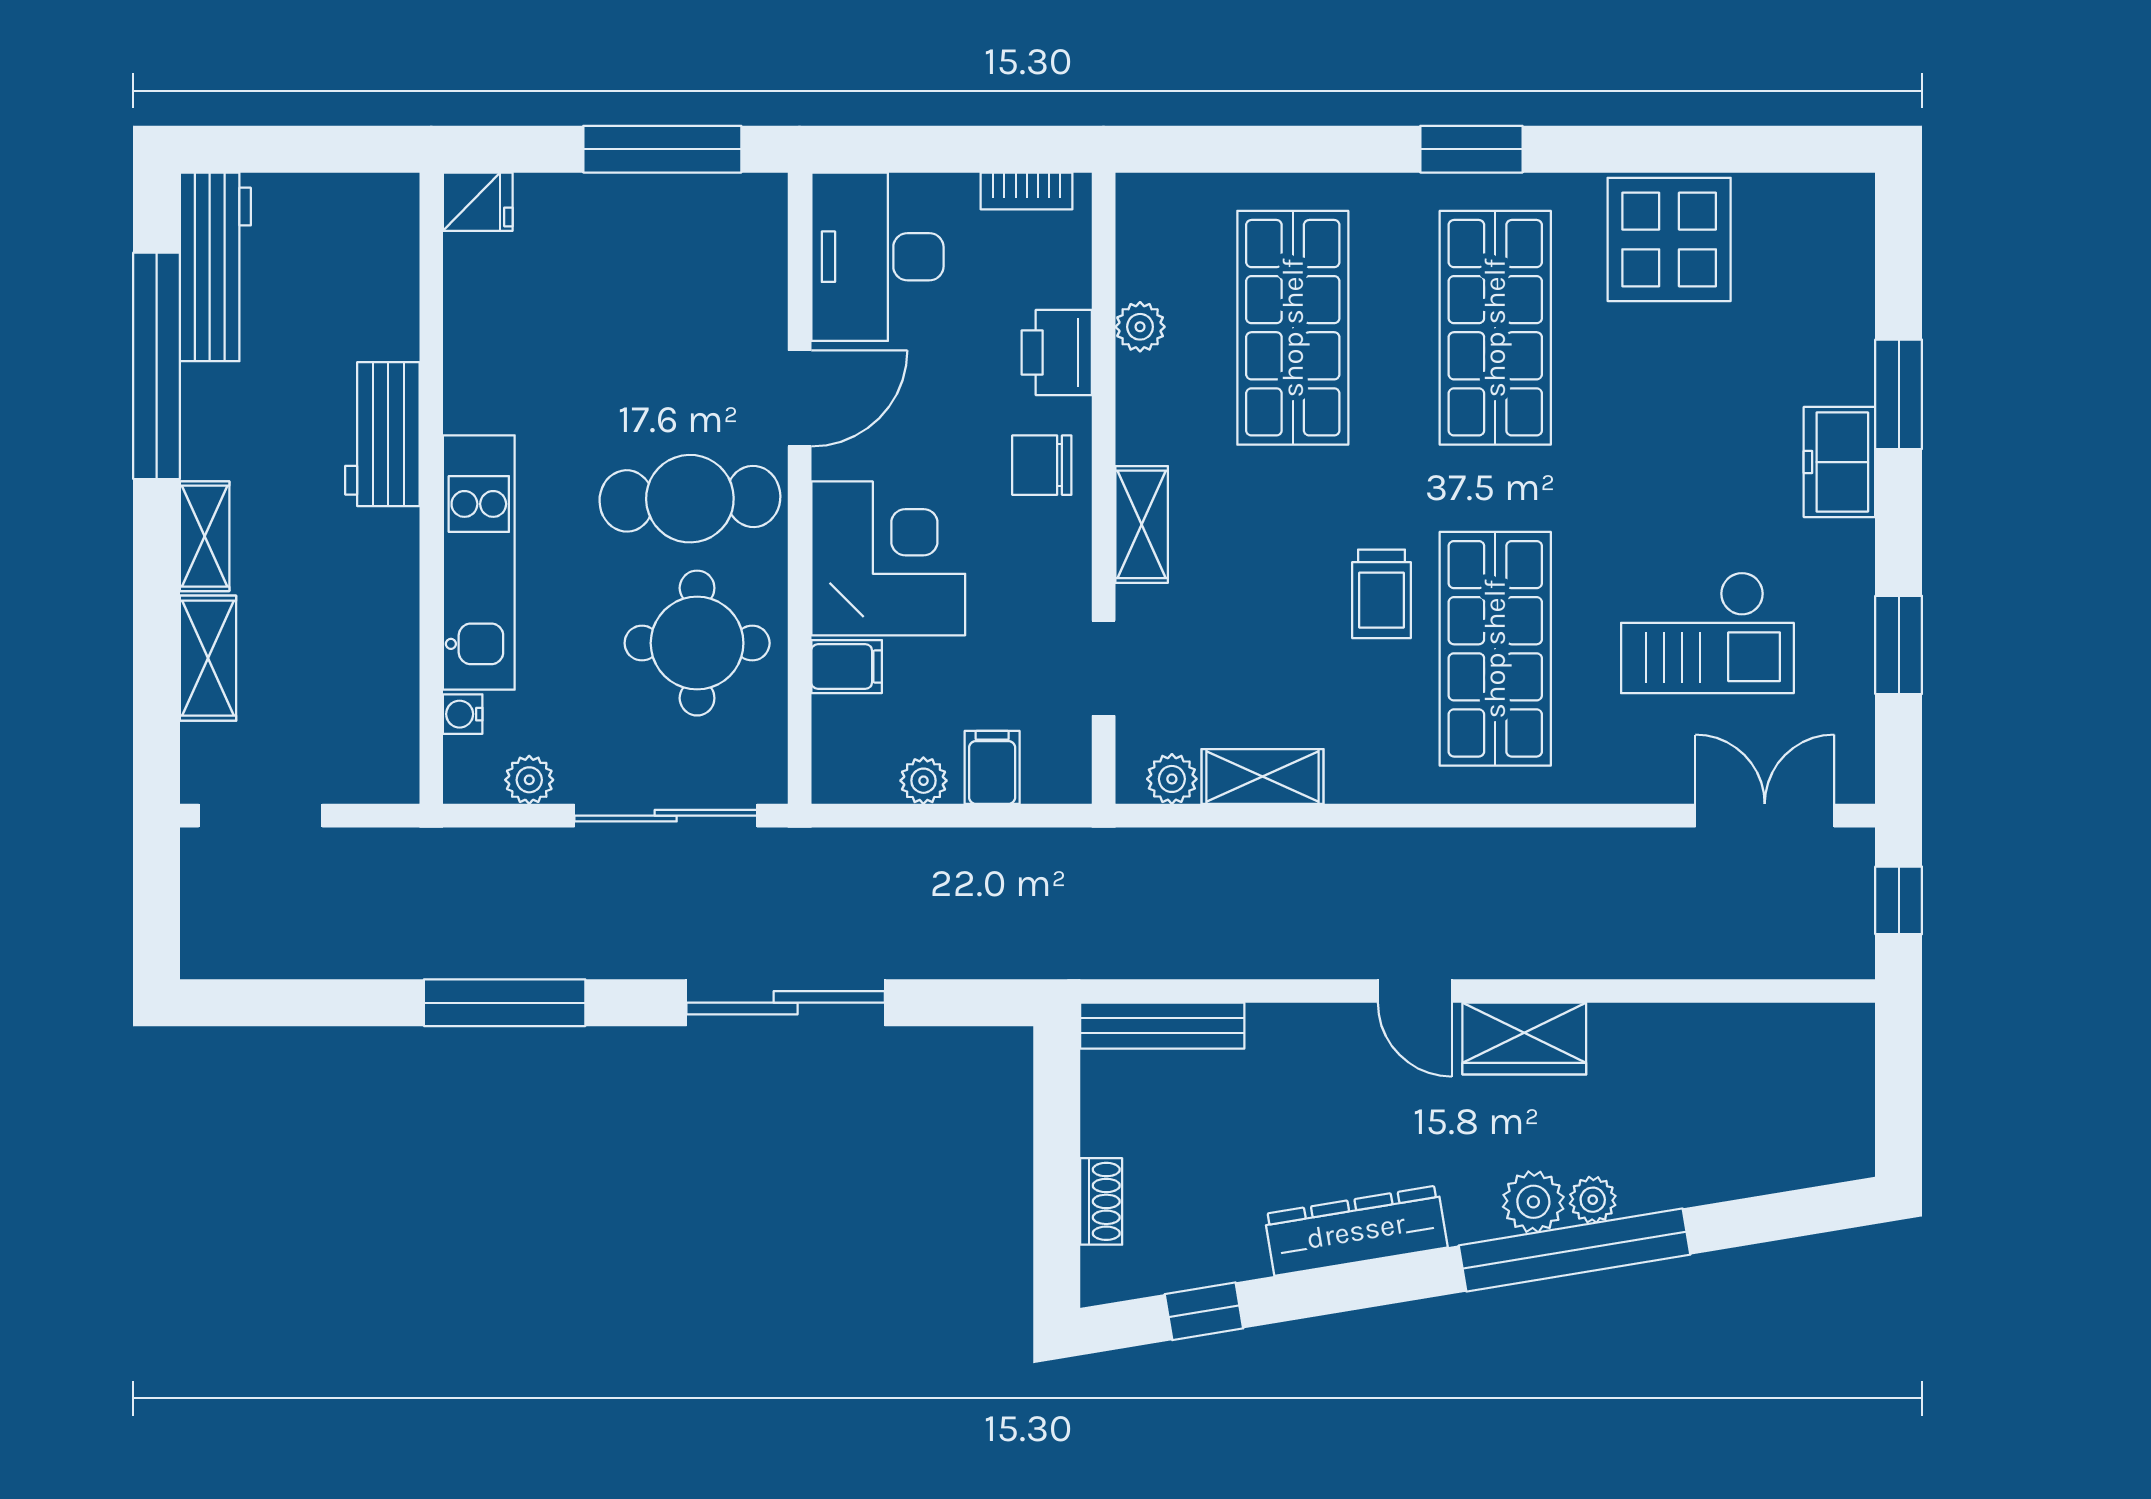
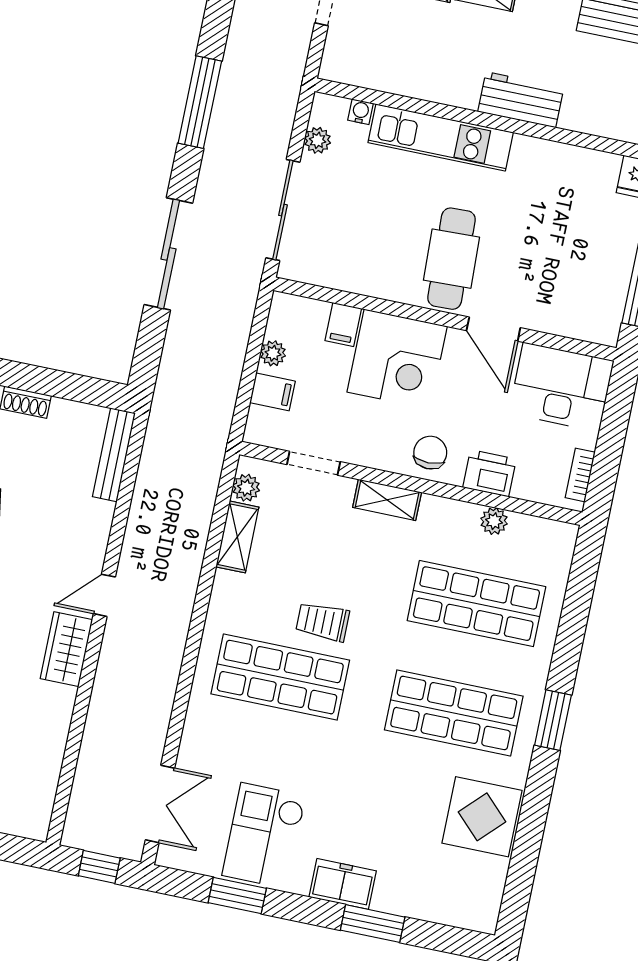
checkout: (1707, 632) -> (264, 836), moved
round table: (697, 643) -> (373, 246), removed

